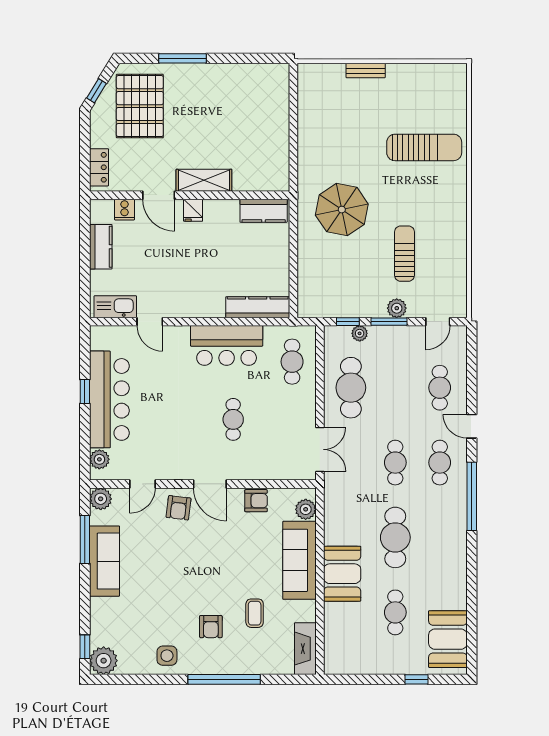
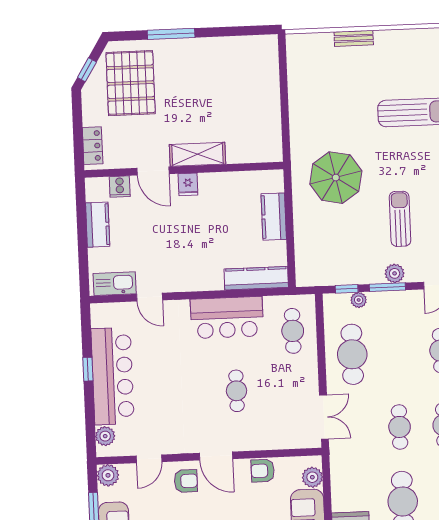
kitchen counter: (264, 211) -> (274, 217), moved, turned 90
armchair: (256, 501) -> (263, 471), turned 180
armchair: (179, 508) -> (186, 481), turned -97

